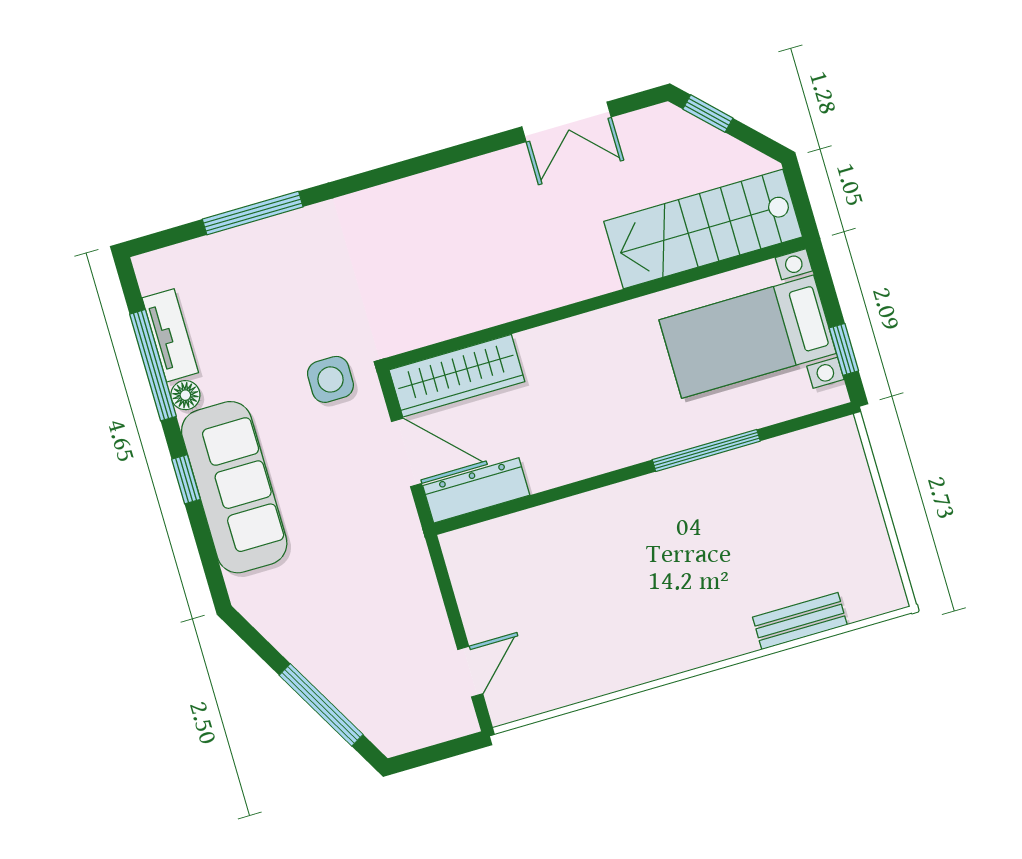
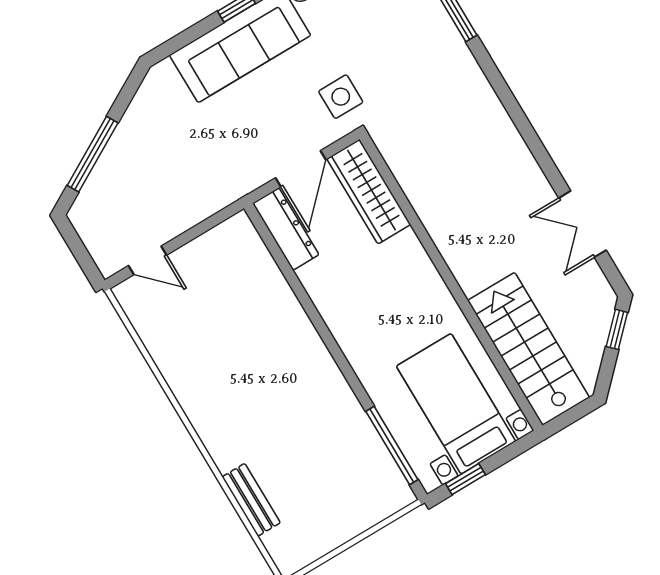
window: (706, 450) -> (392, 445), moved

